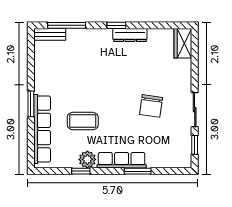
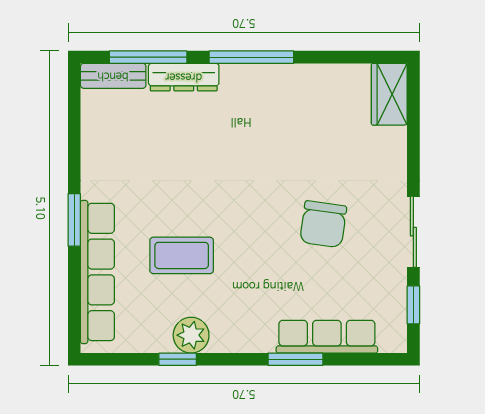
window: (116, 25) -> (251, 57), width x2.17
dresser: (130, 35) -> (184, 77), moved
row of seats: (122, 160) -> (327, 337), moved

